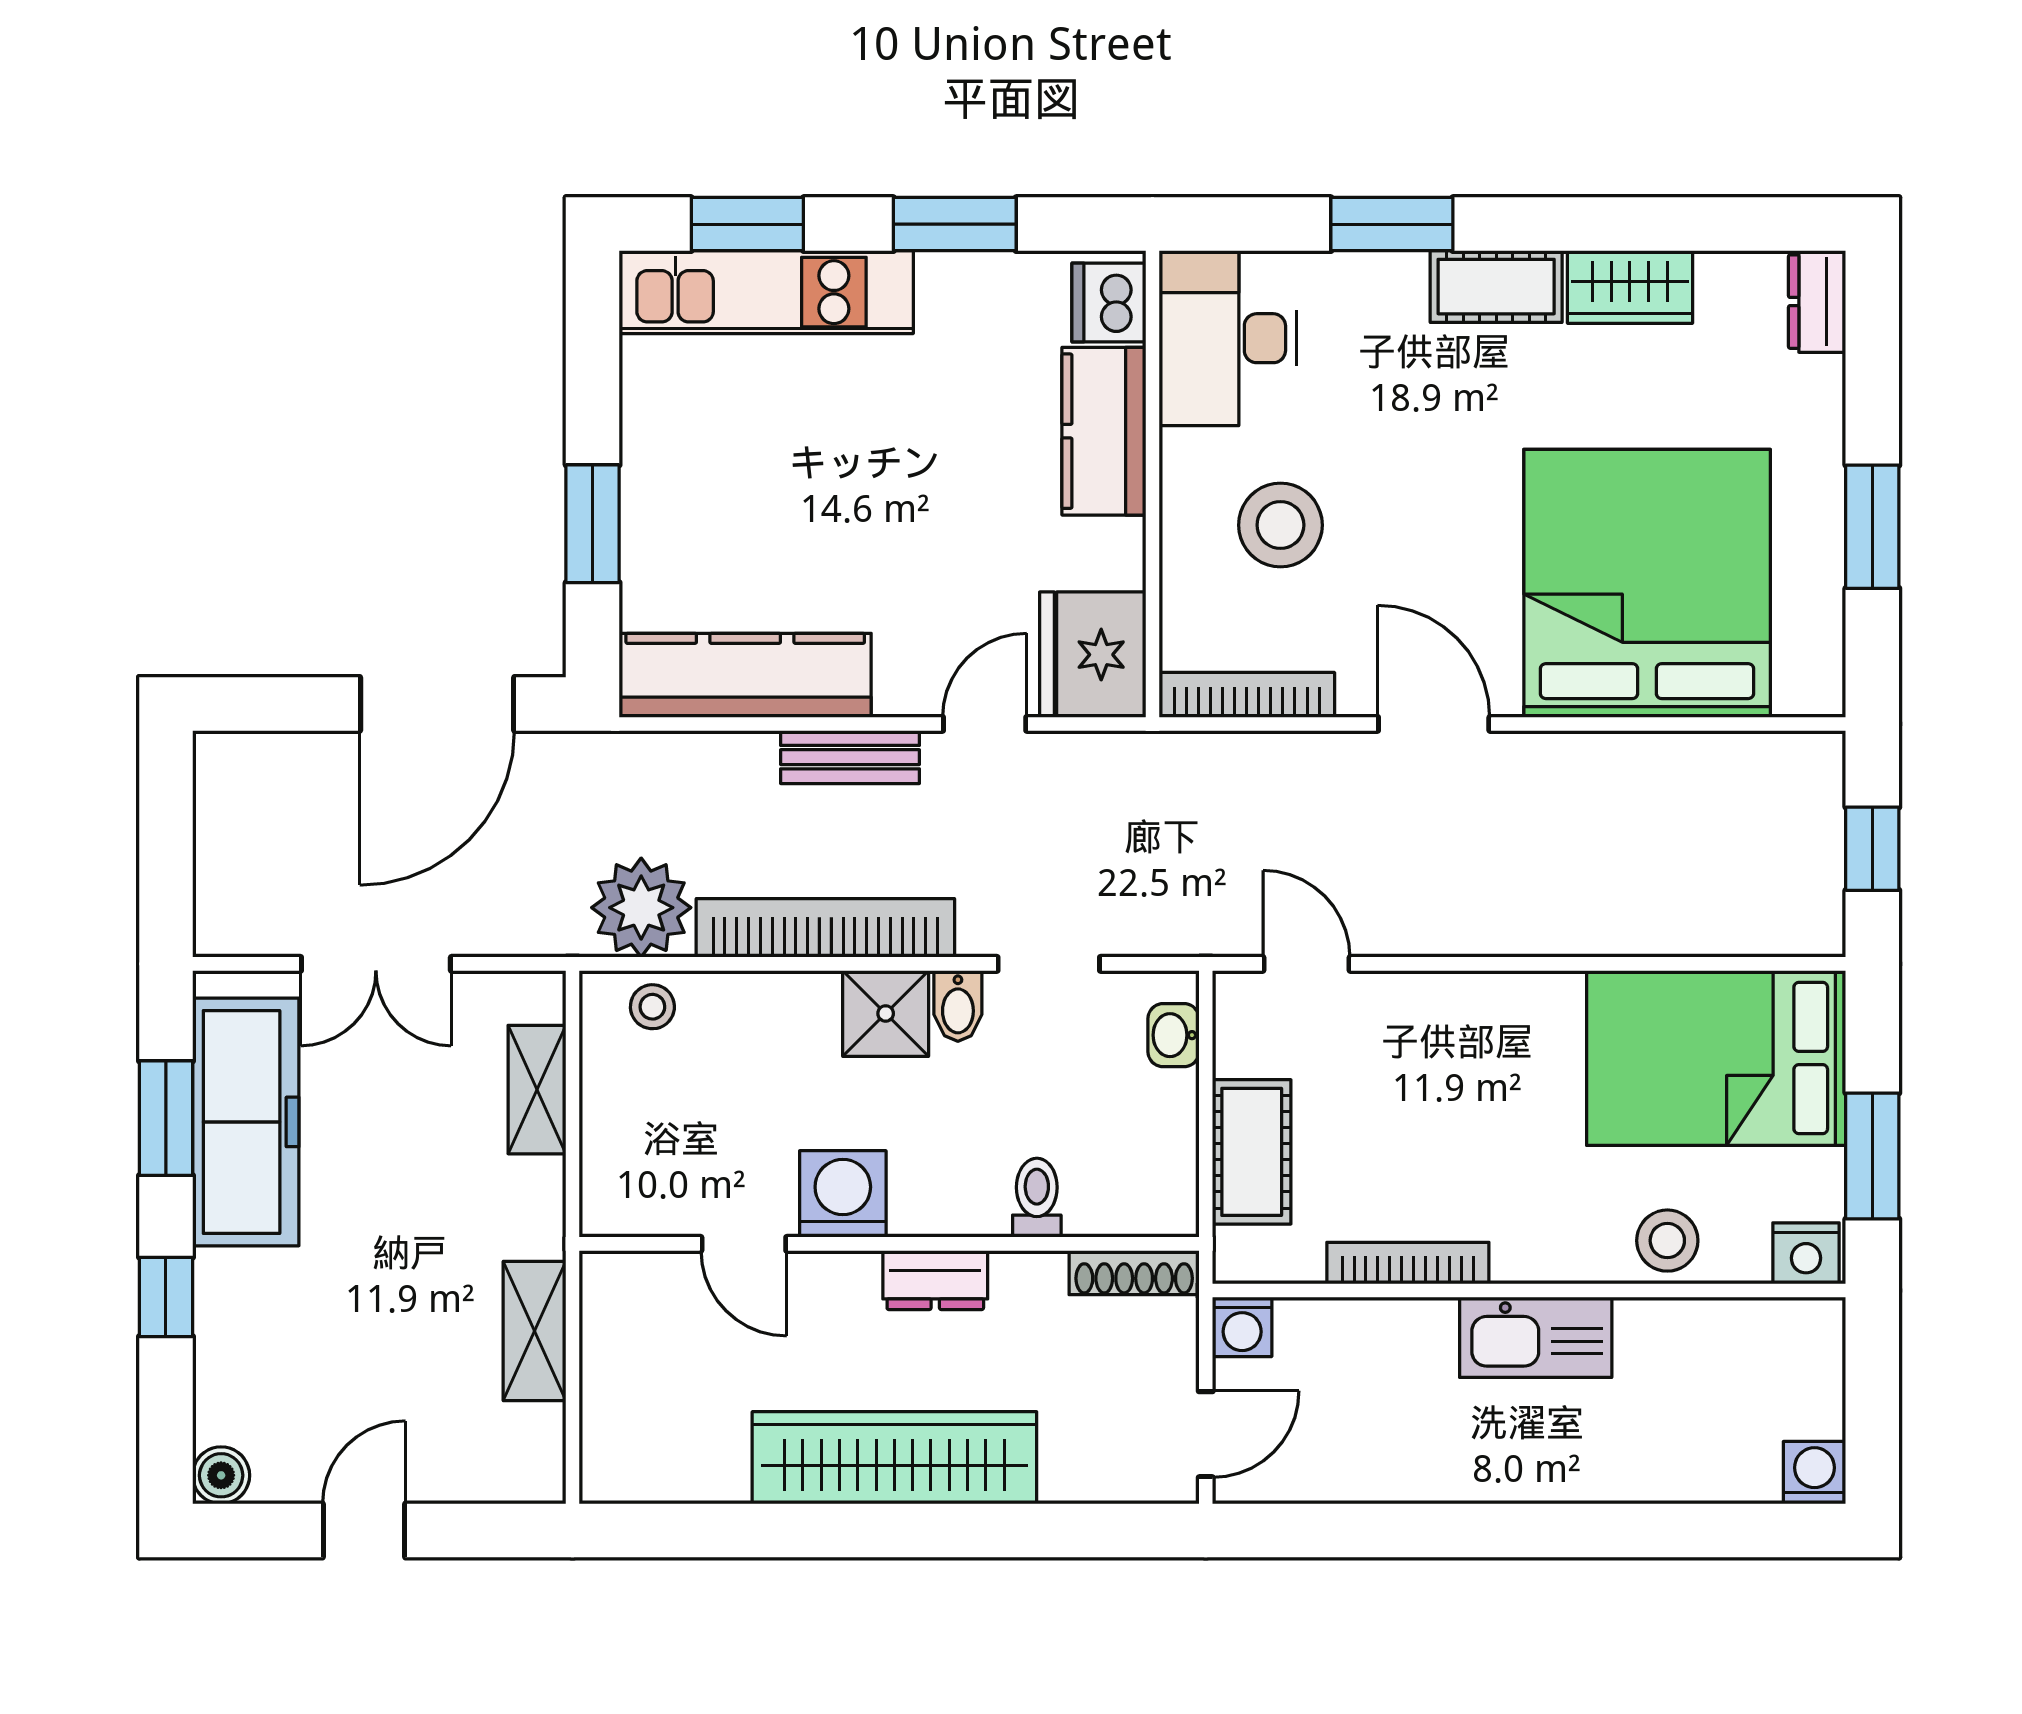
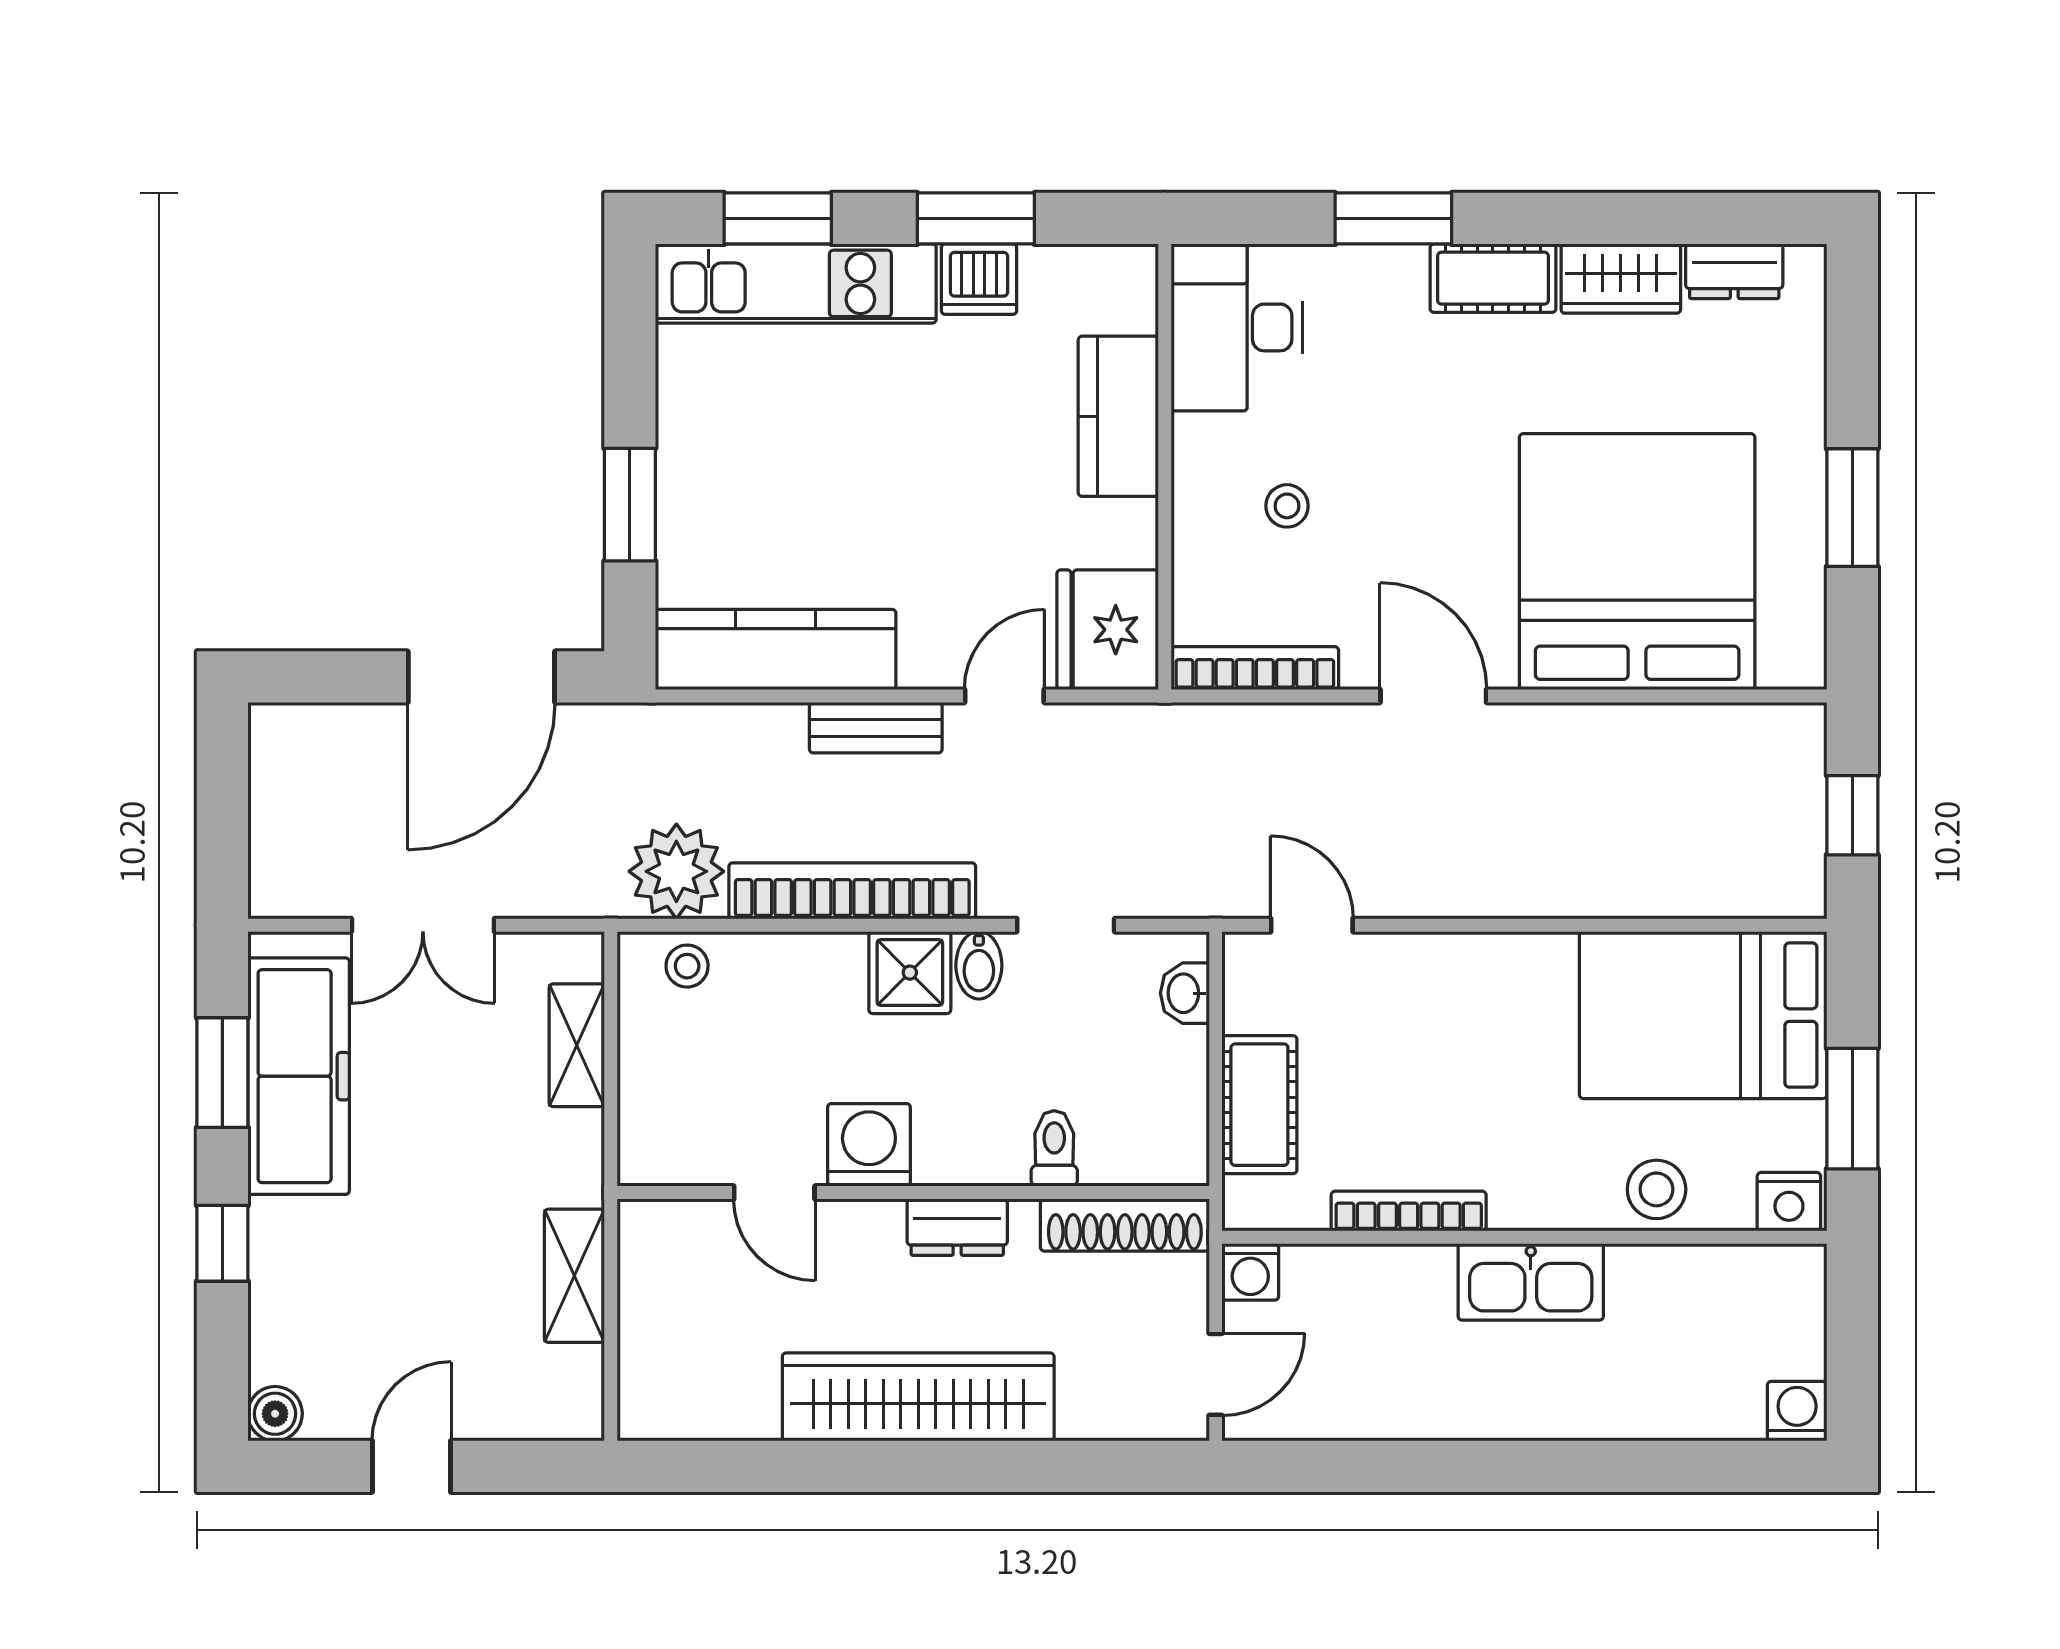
dishwasher: (1109, 302) -> (979, 279), moved, turned -90
dresser: (1817, 302) -> (1734, 271), moved, turned -90
stool: (1280, 525) -> (1287, 506), width x0.53, depth x0.53
shoe rack: (1134, 1273) -> (1125, 1225), width x1.36, depth x1.24

